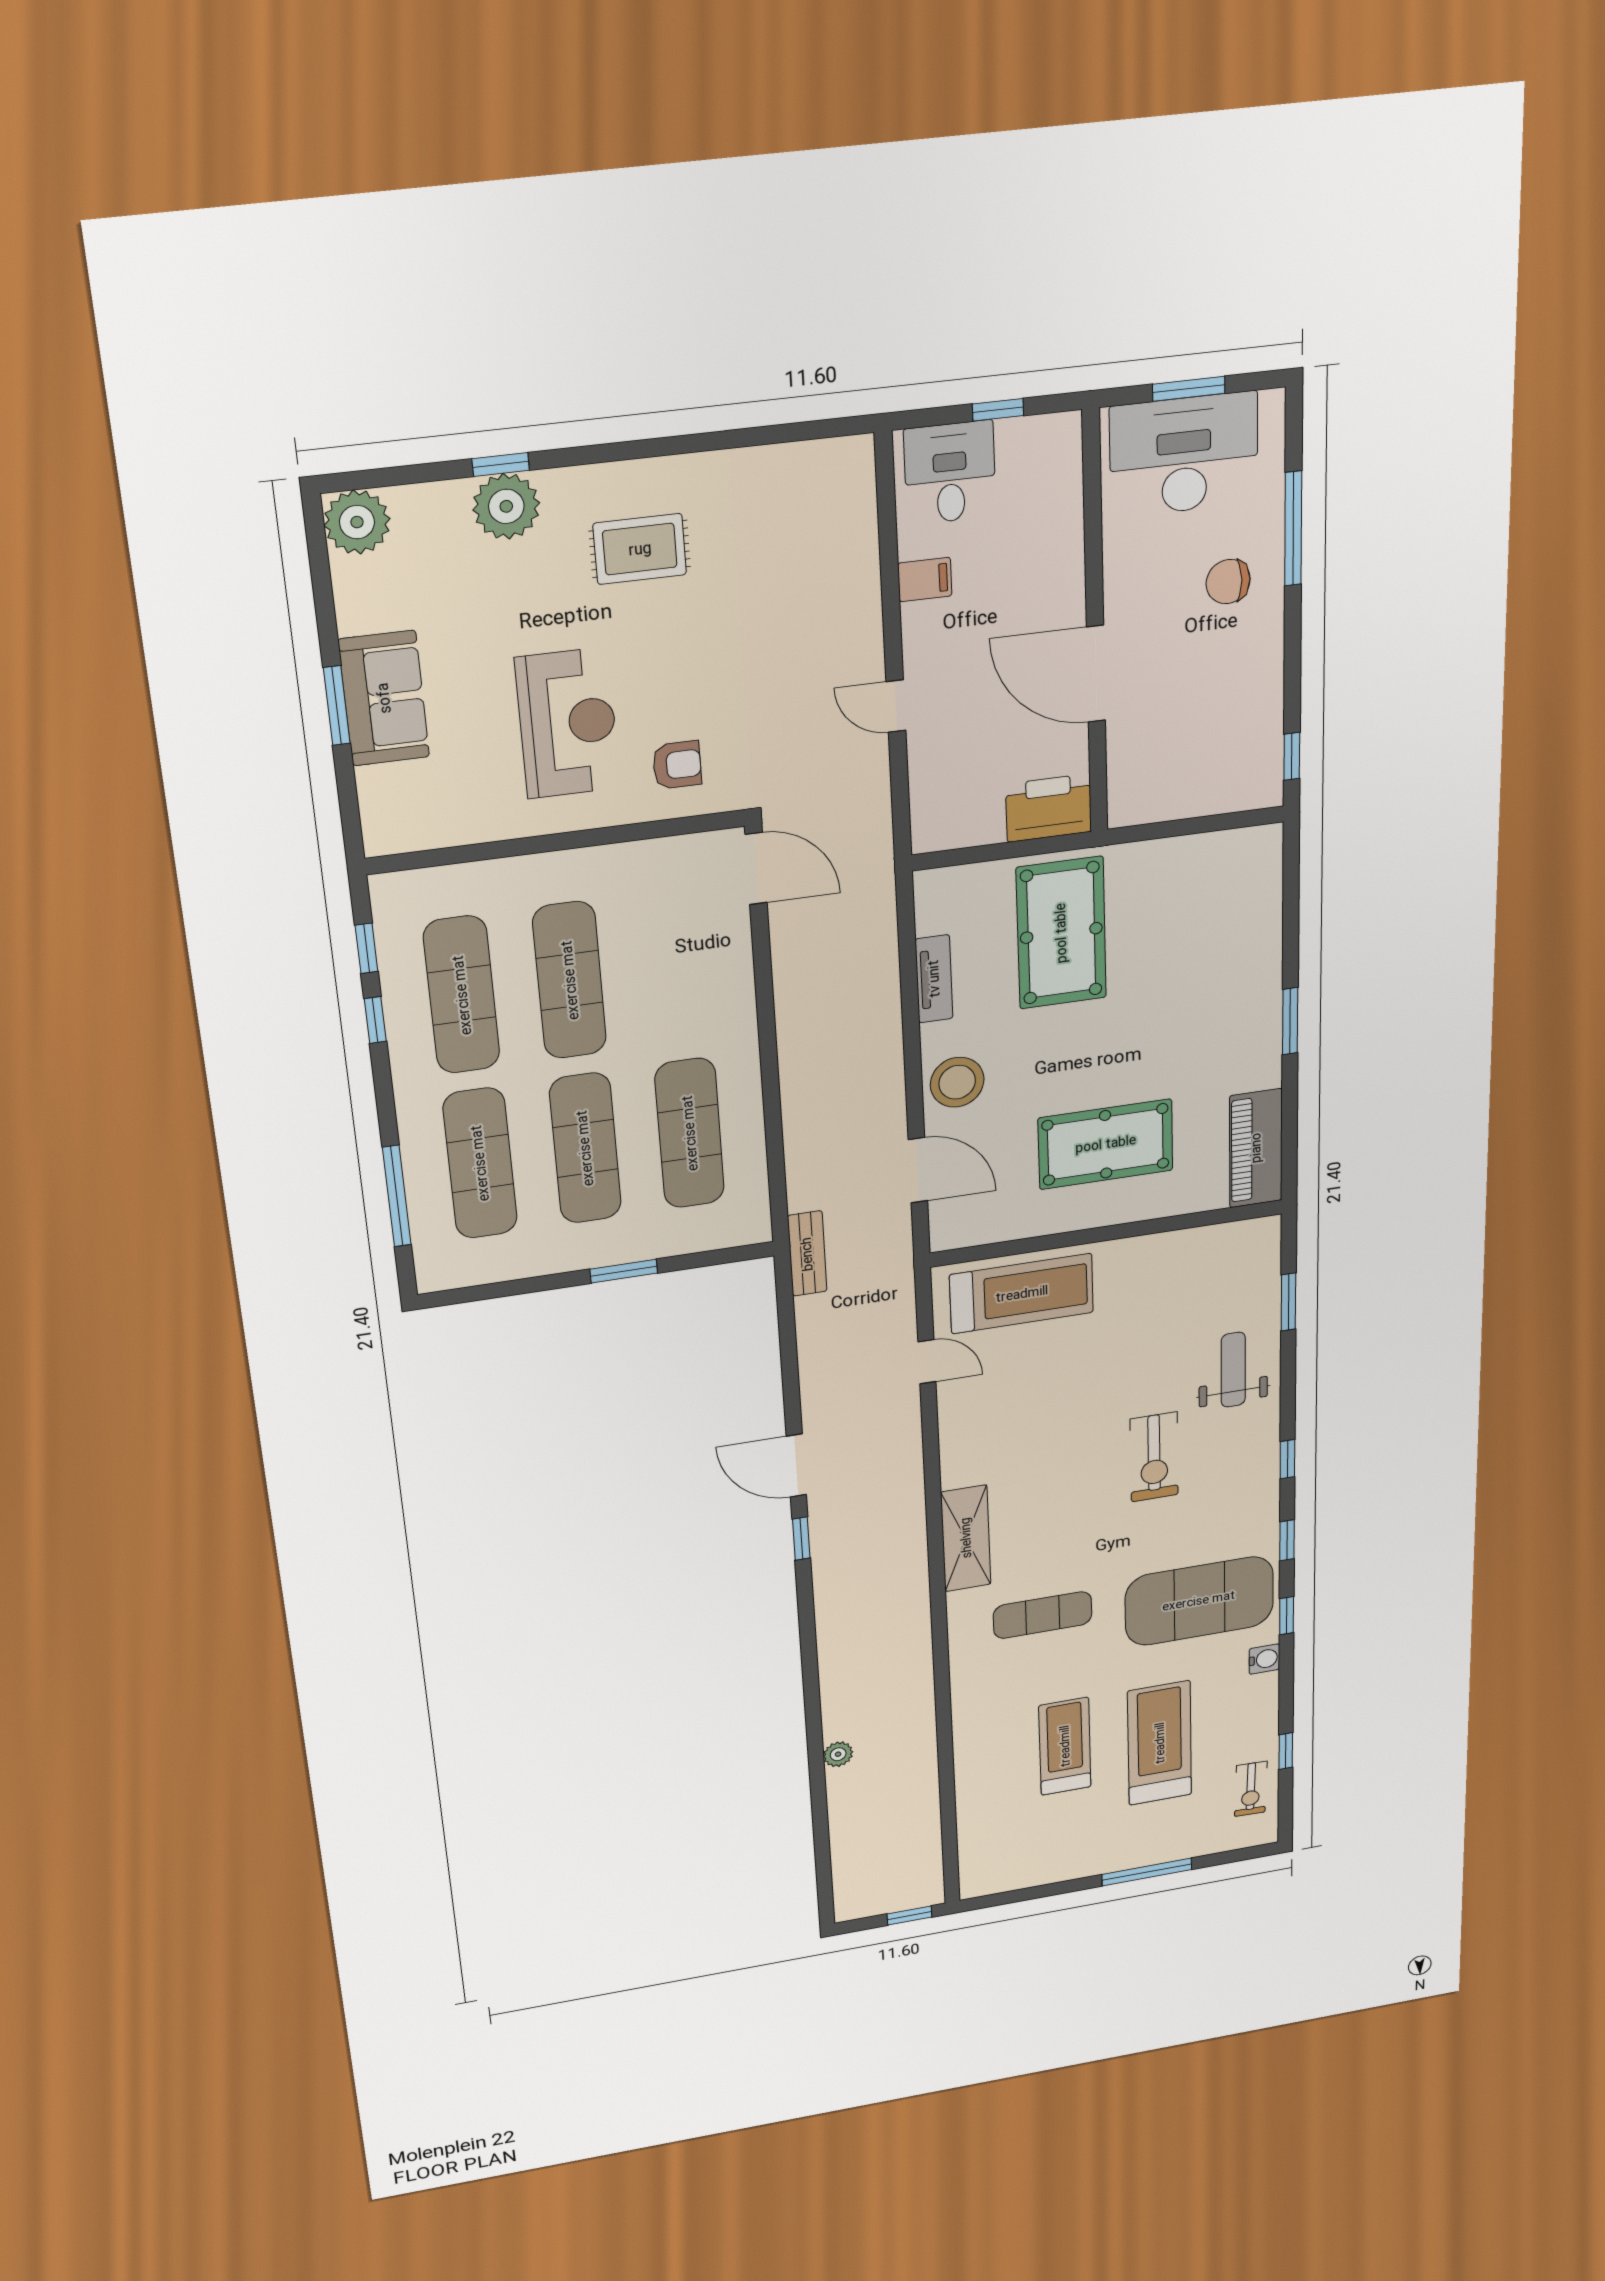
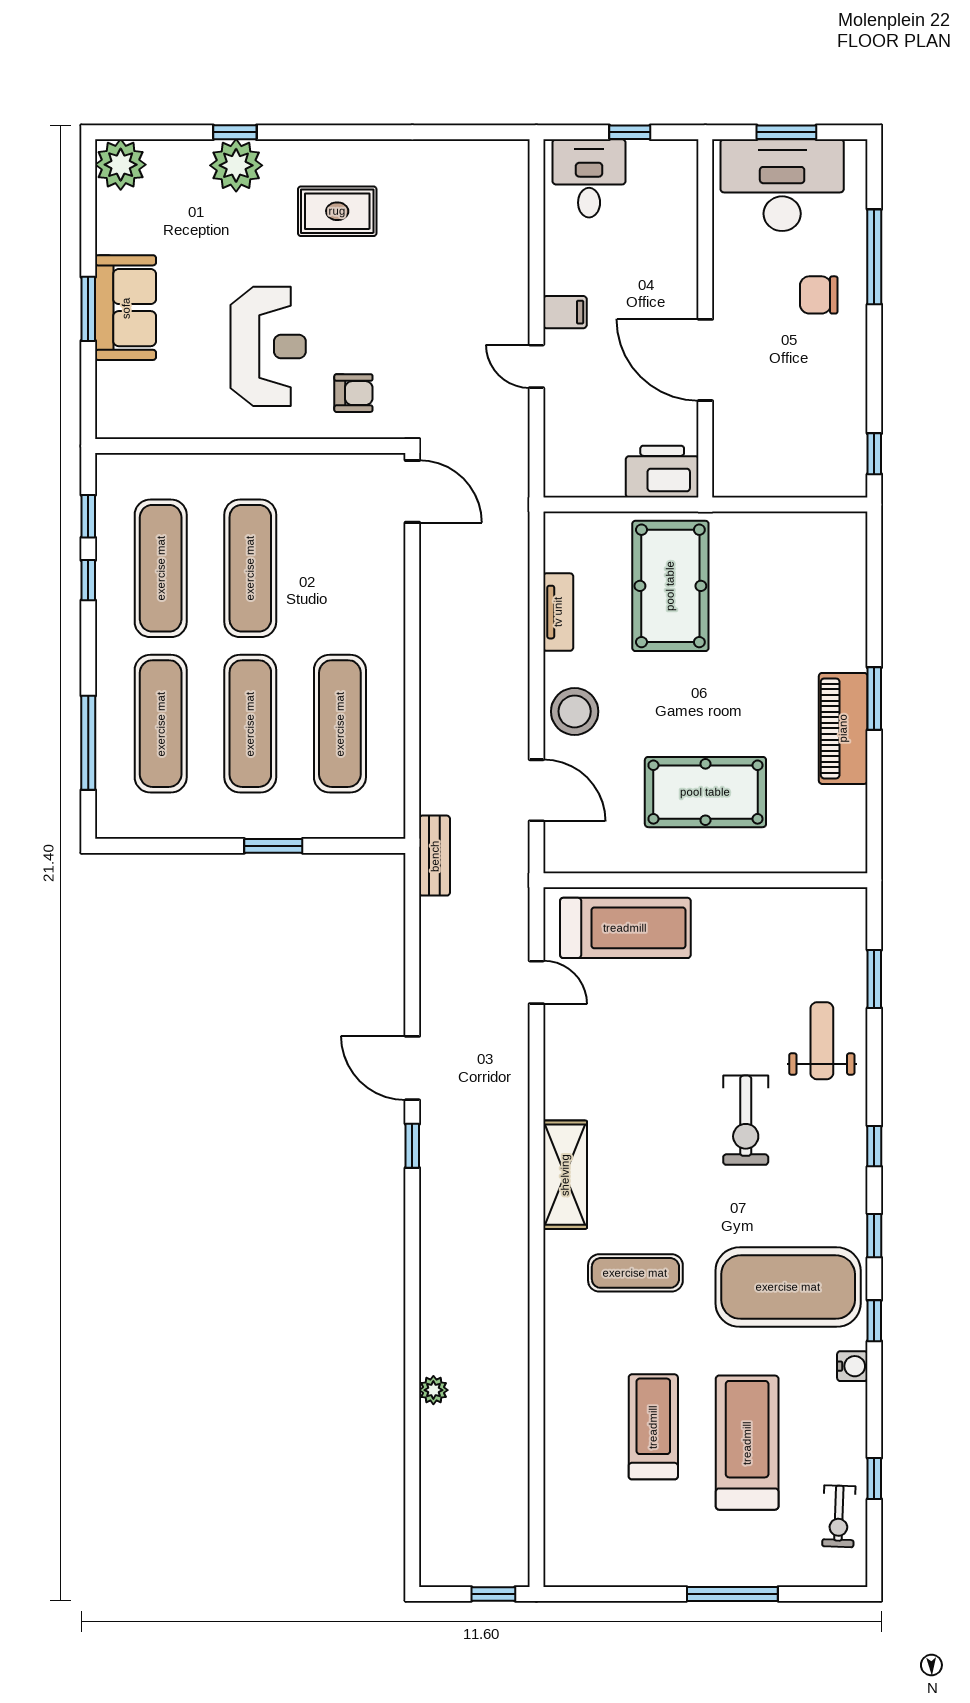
filing cabinet: (925, 580) -> (565, 312), moved
piano: (1256, 1148) -> (843, 728), moved

